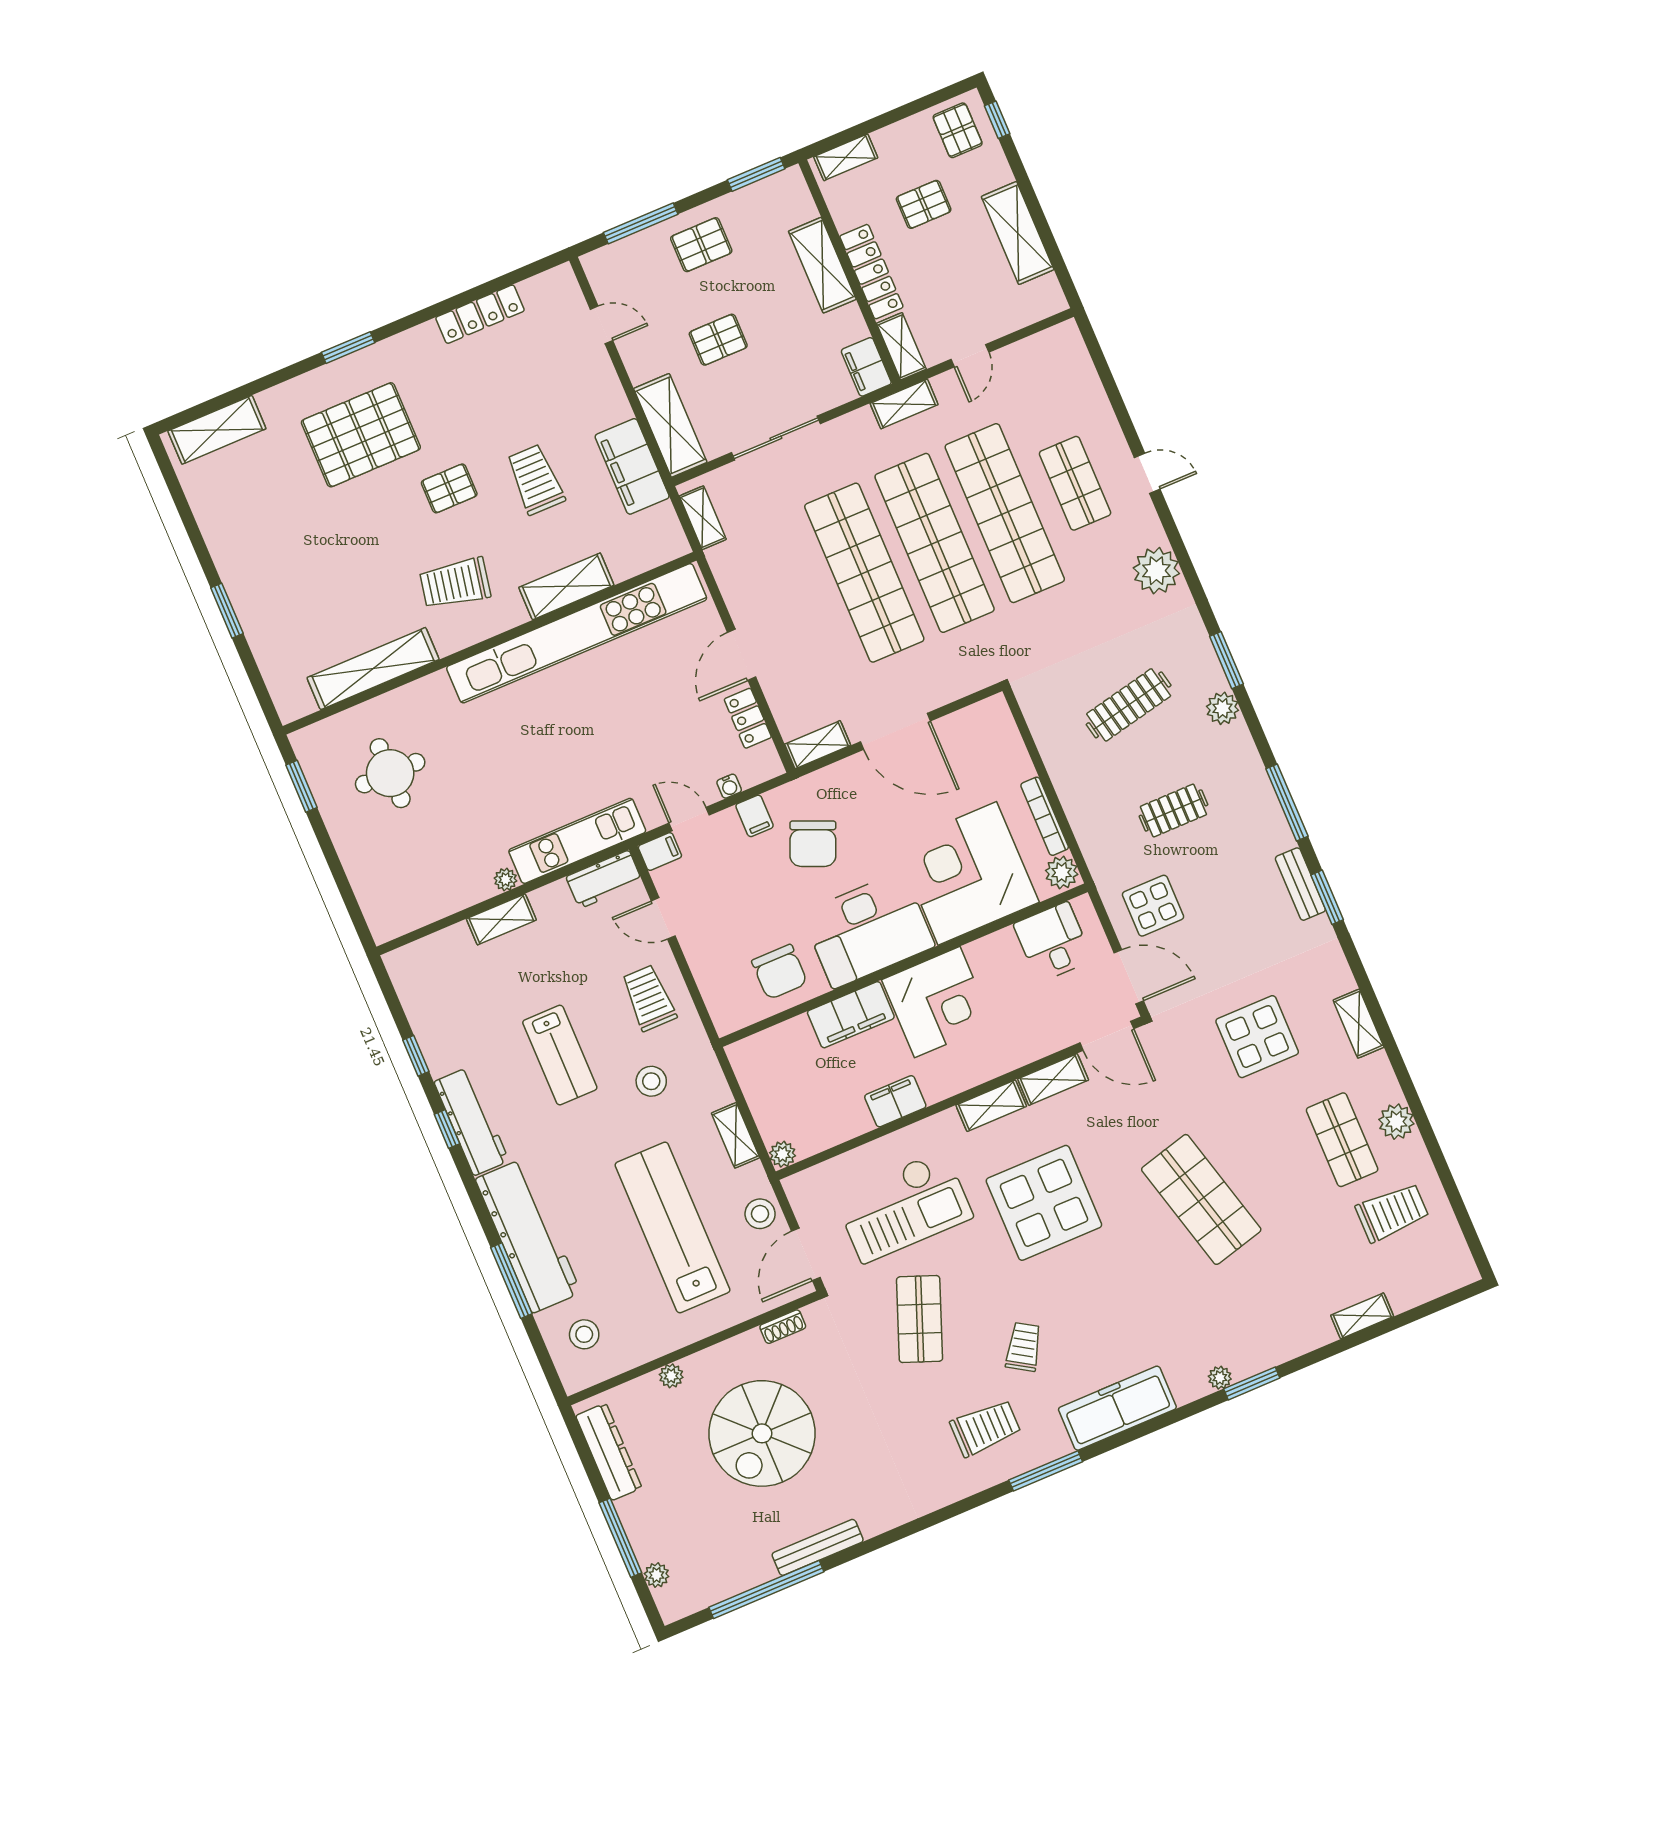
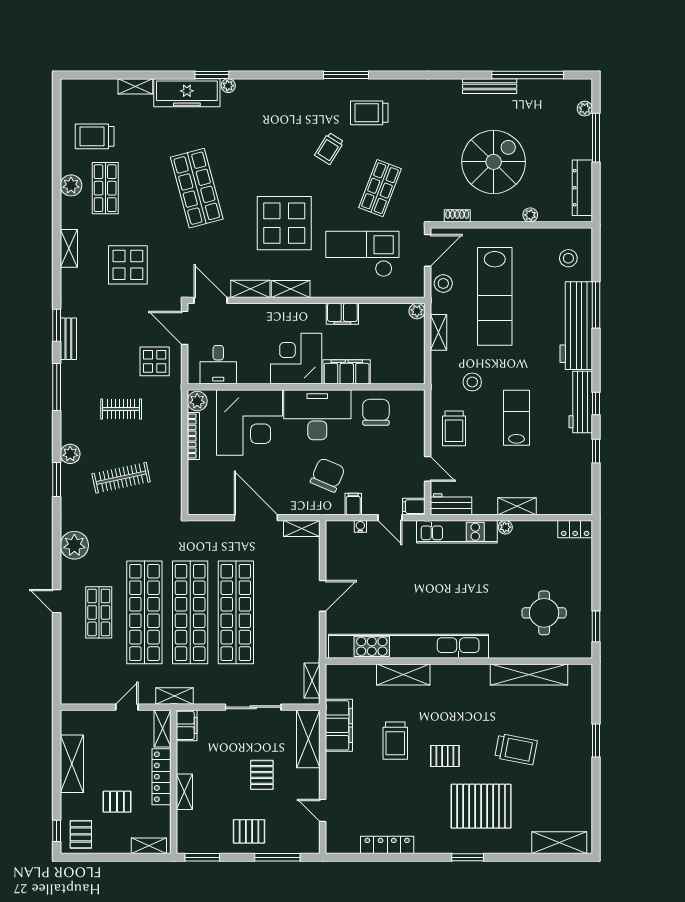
shelving: (822, 265) -> (184, 792), width x0.67, depth x0.75
pallet: (718, 340) -> (262, 775), turned 90
trolley: (455, 583) -> (516, 749), moved
locker: (748, 718) -> (575, 529), moved, turned 90
freezer: (1117, 1408) -> (187, 93), moved

